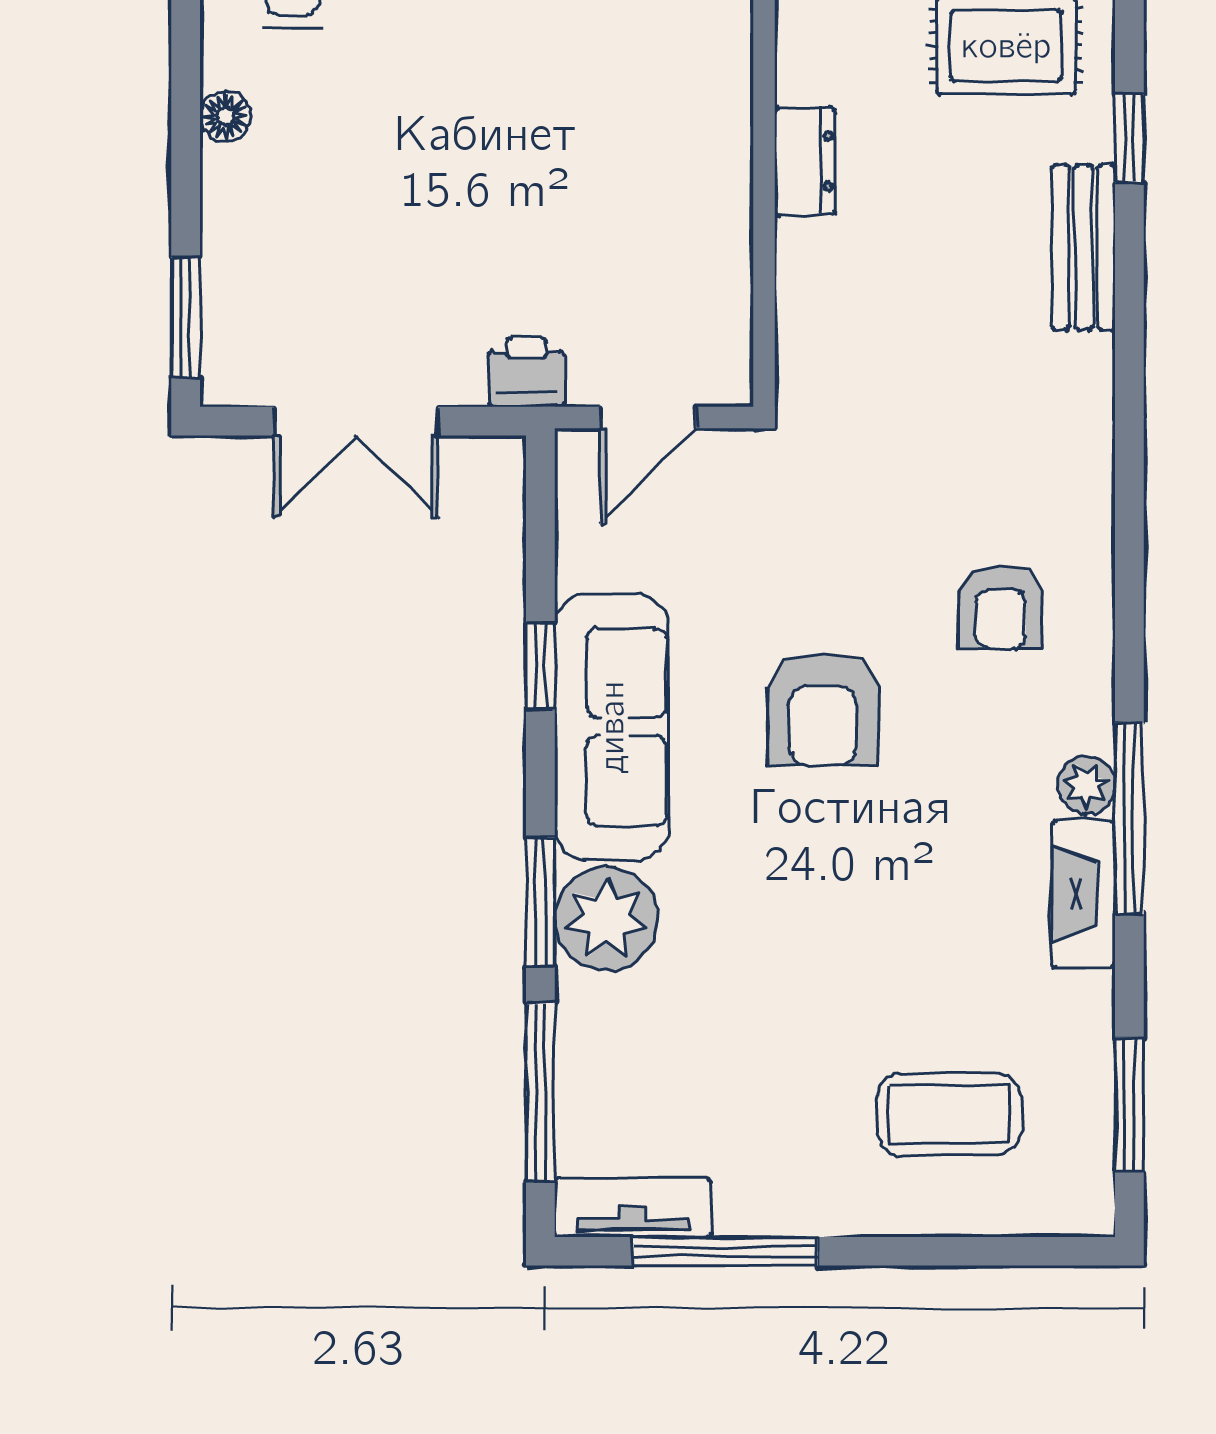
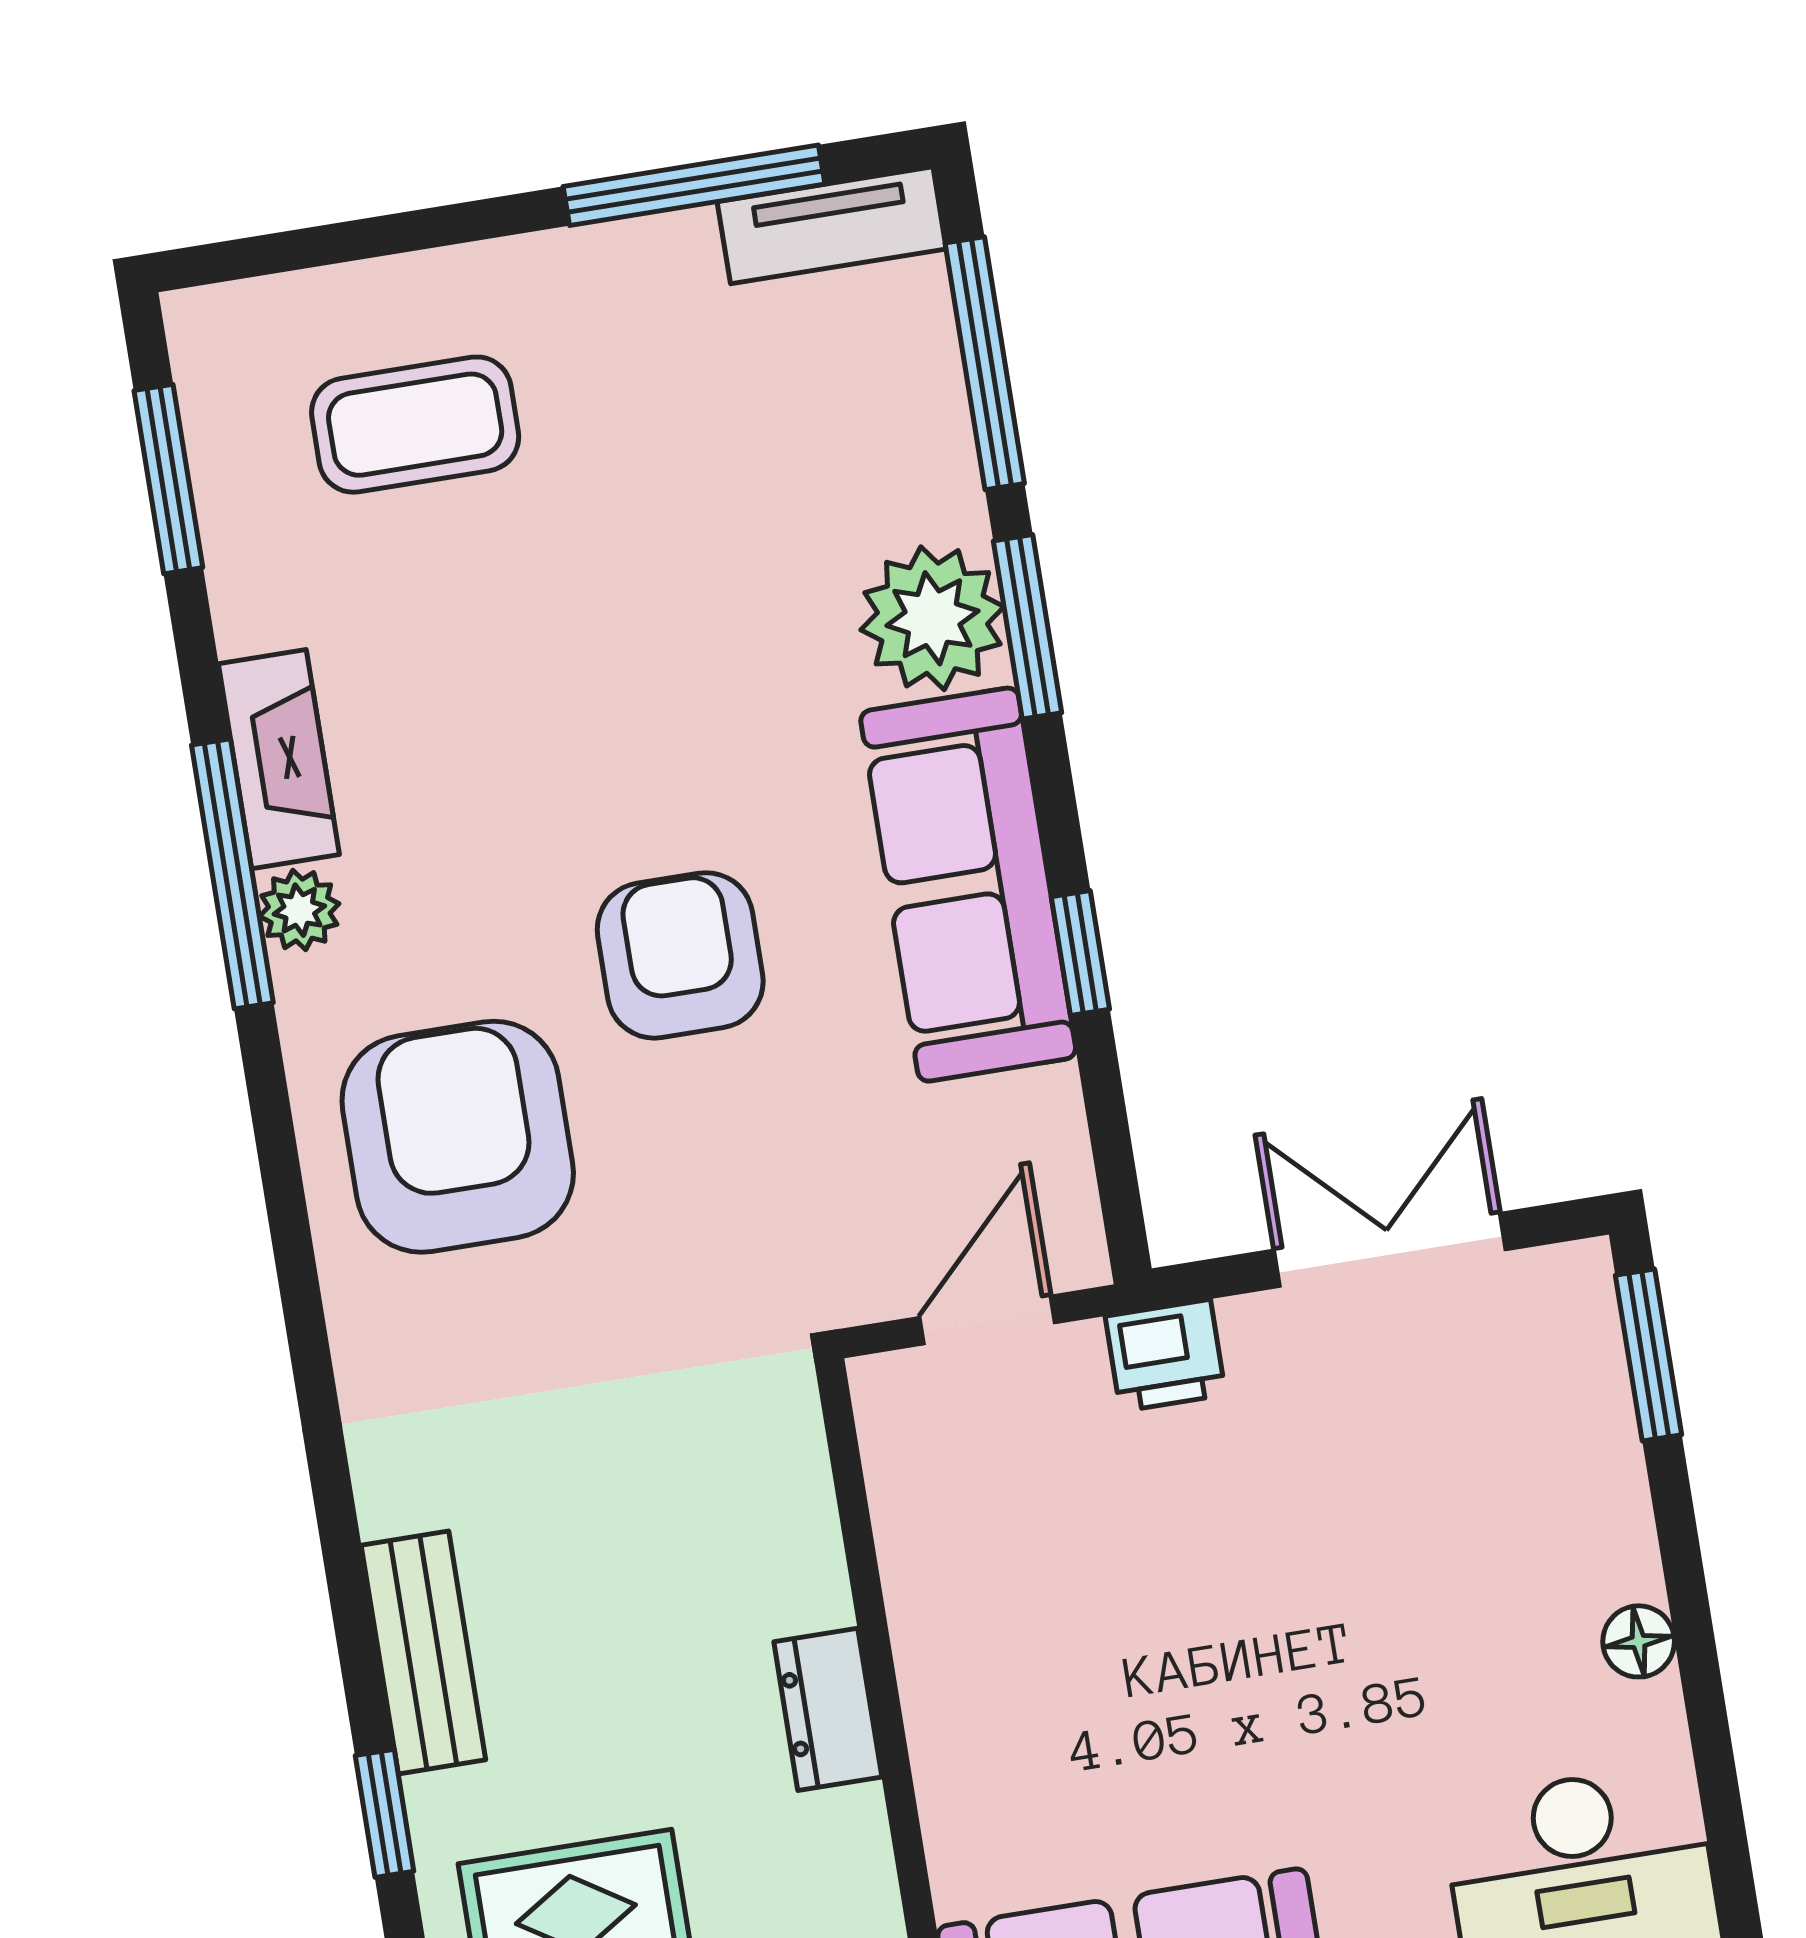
armchair: (1000, 607) -> (458, 1137), width x1.88, depth x1.88

